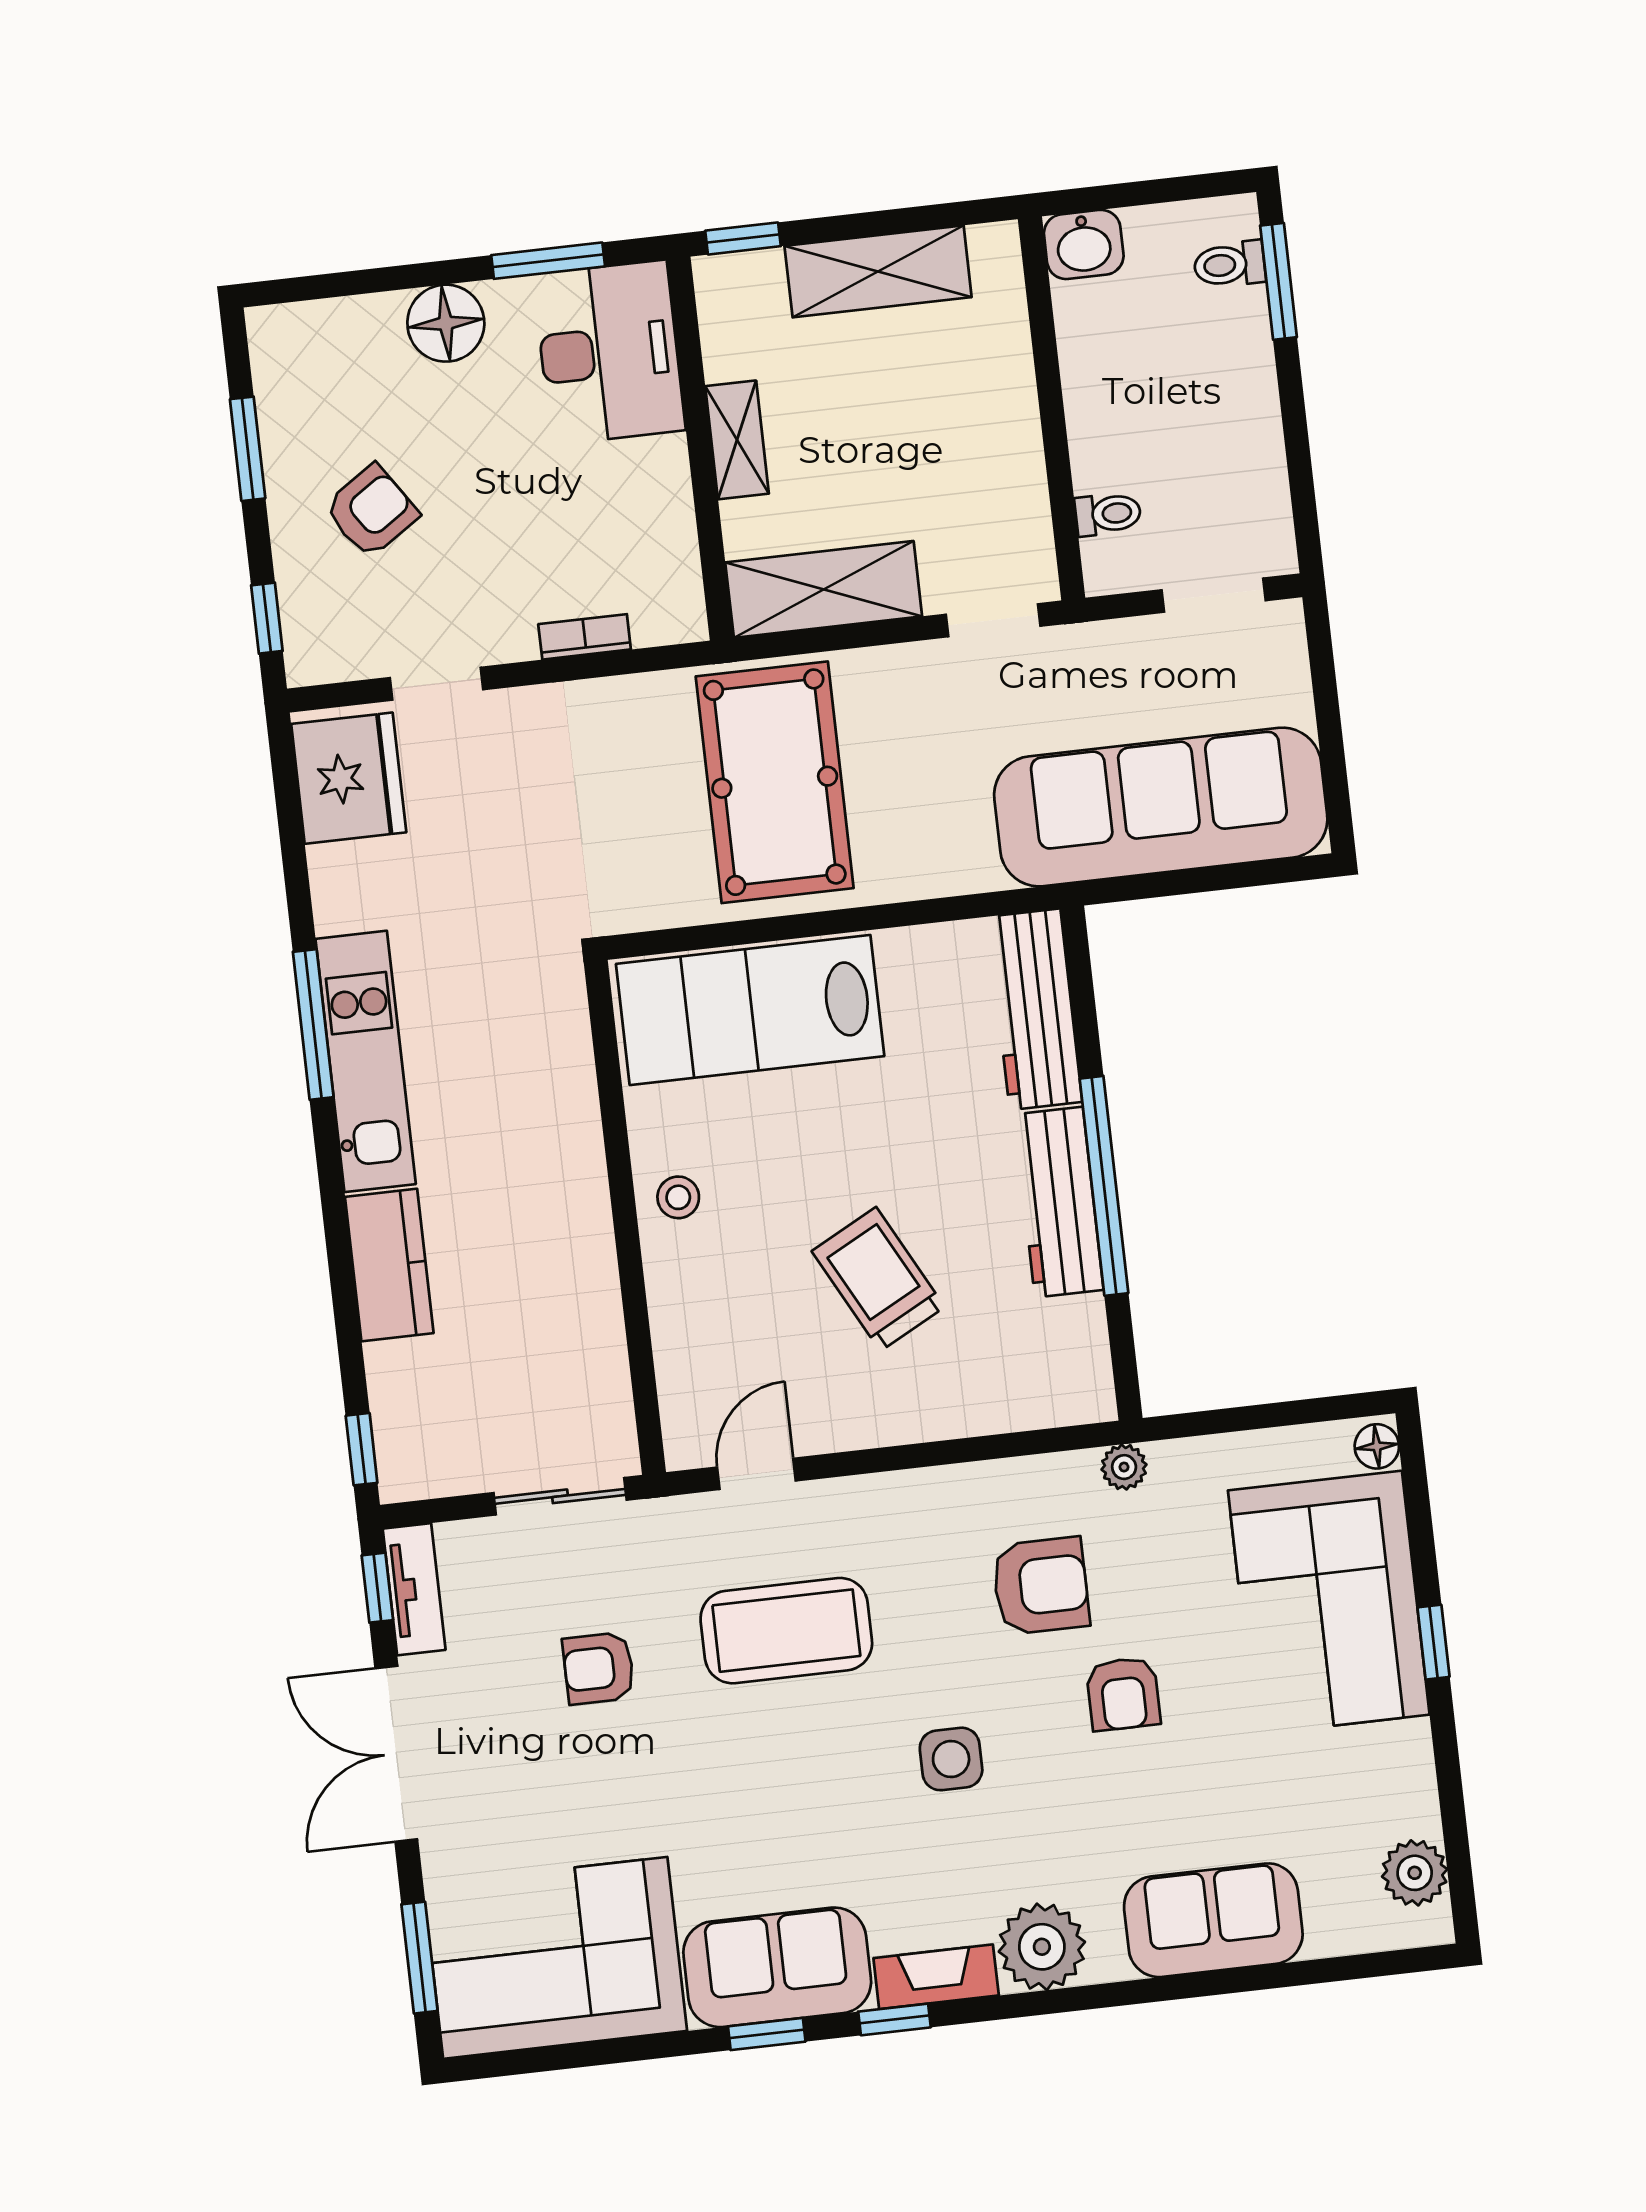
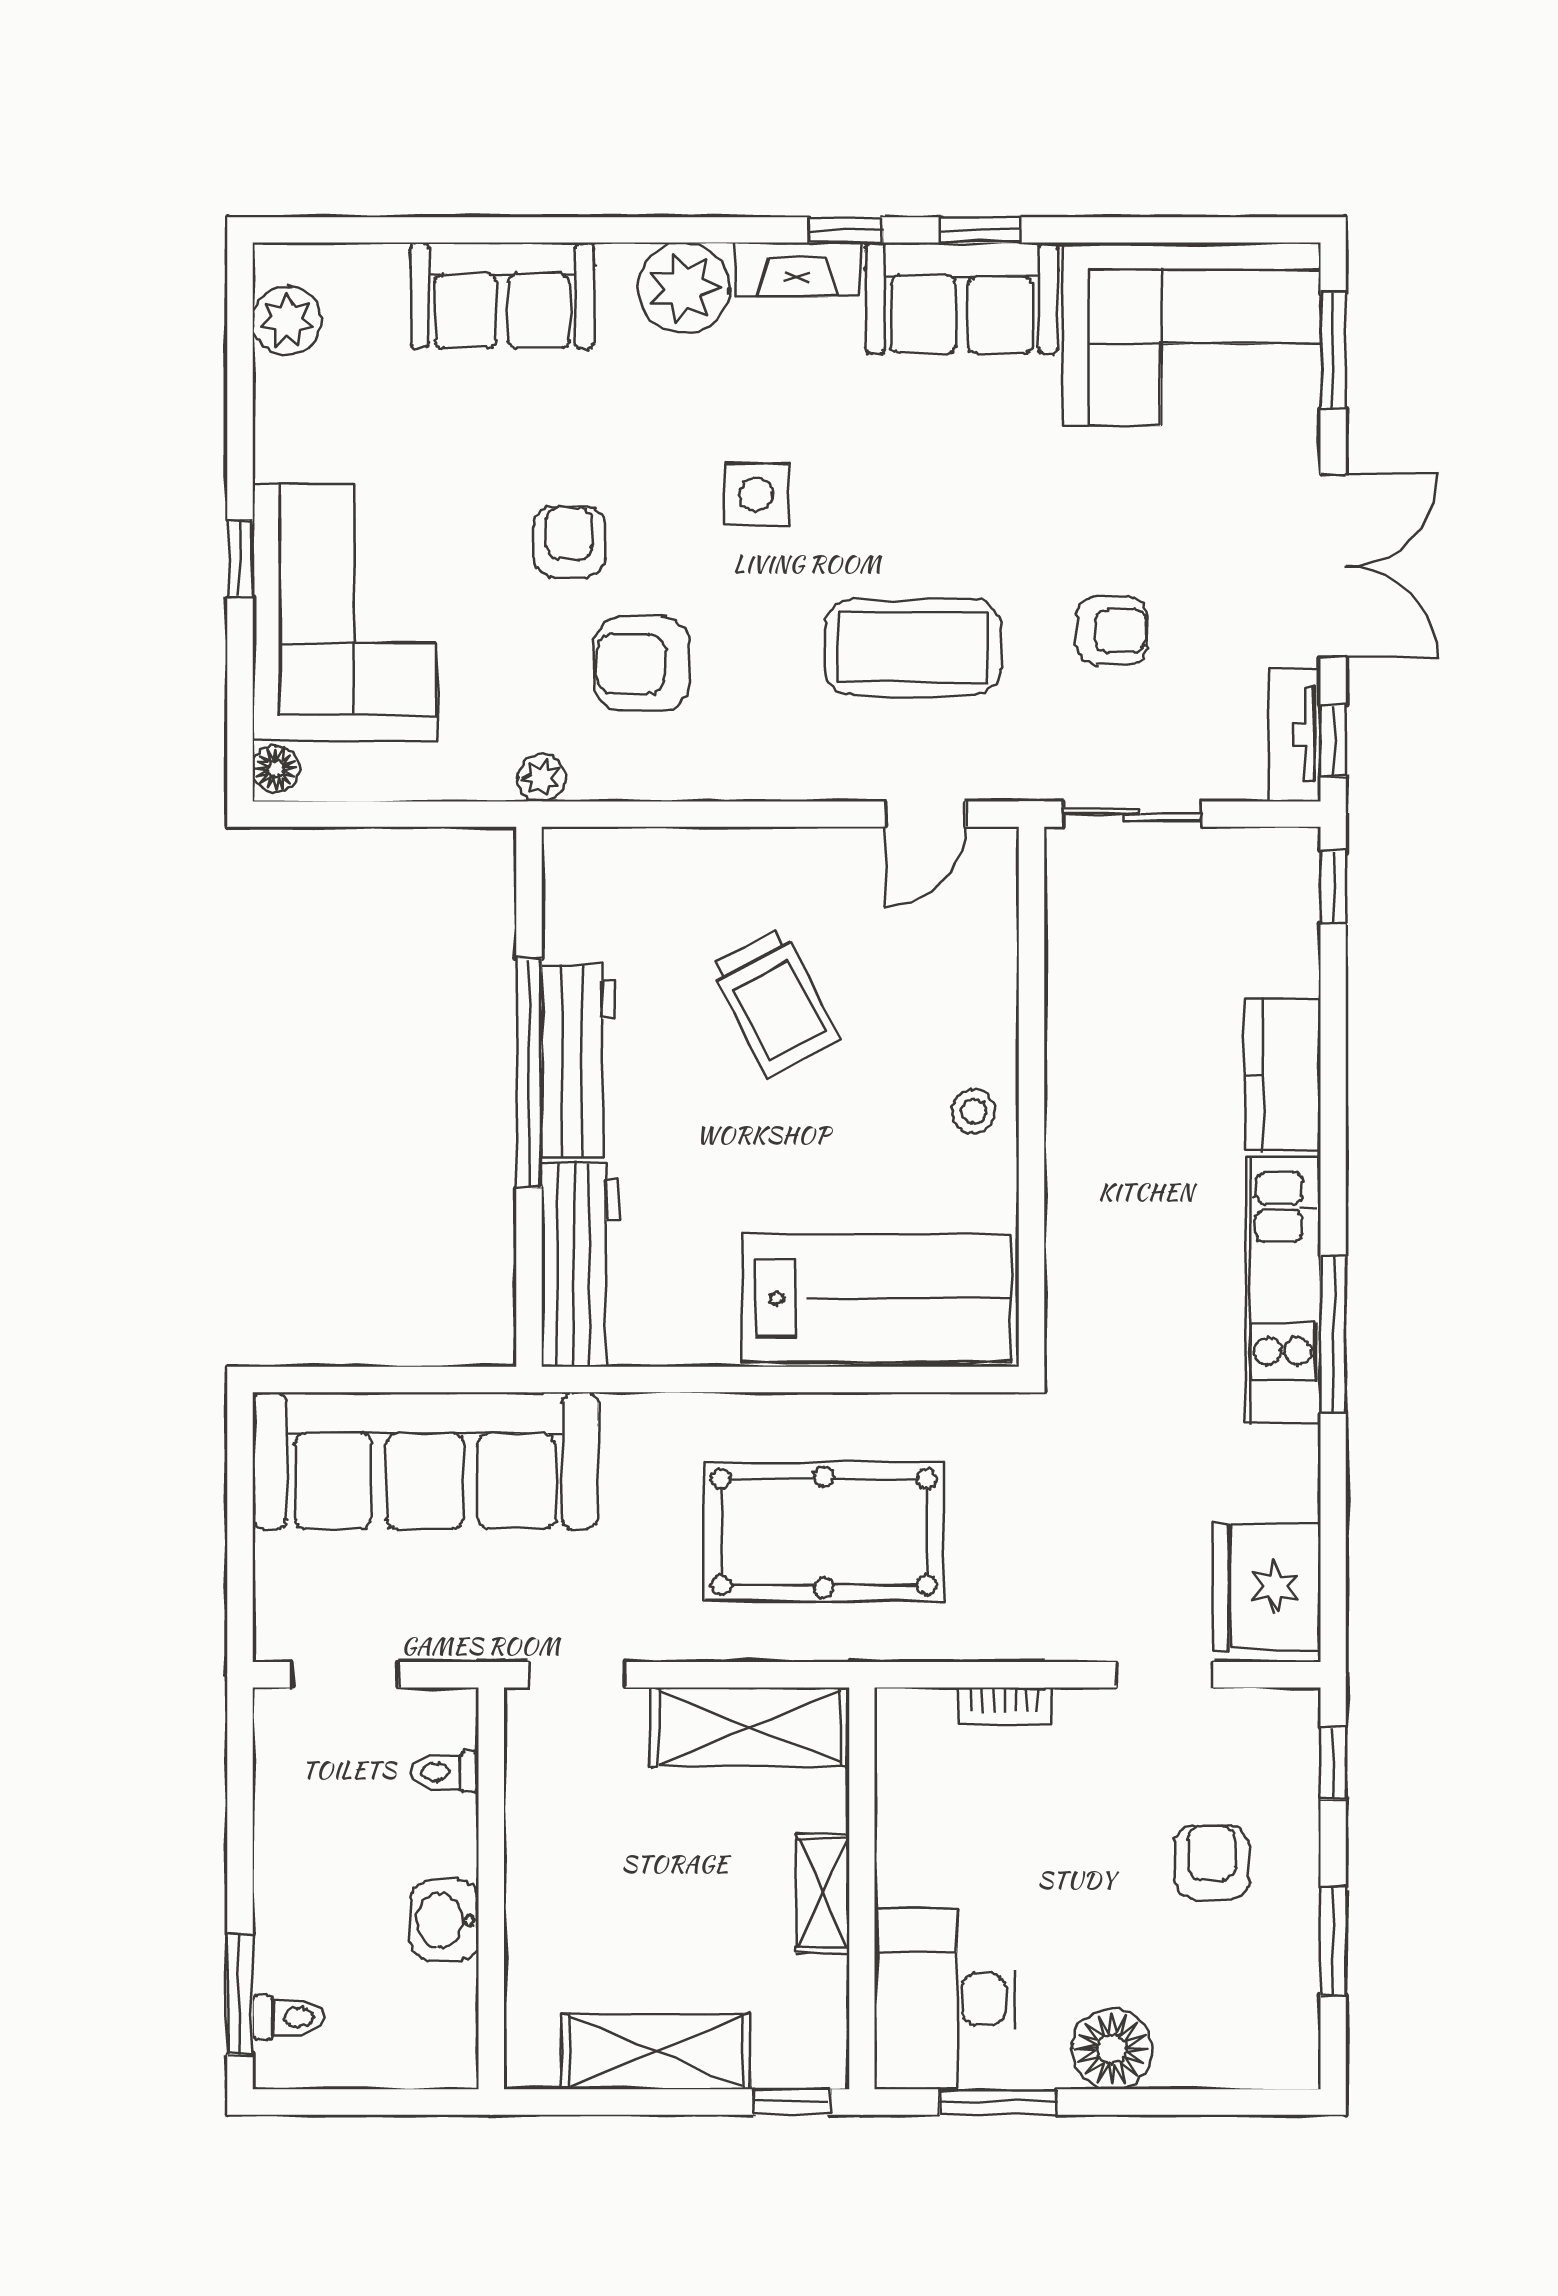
washbasin: (1084, 244) -> (445, 1920), moved, turned -90
armchair: (371, 511) -> (1212, 1862), turned 124
pool table: (775, 782) -> (824, 1532), turned 90

